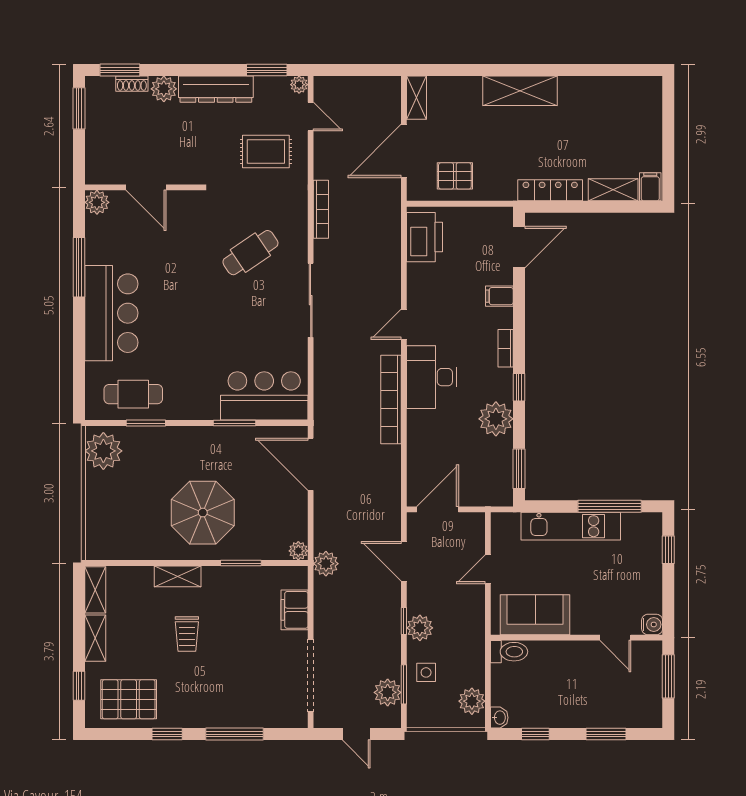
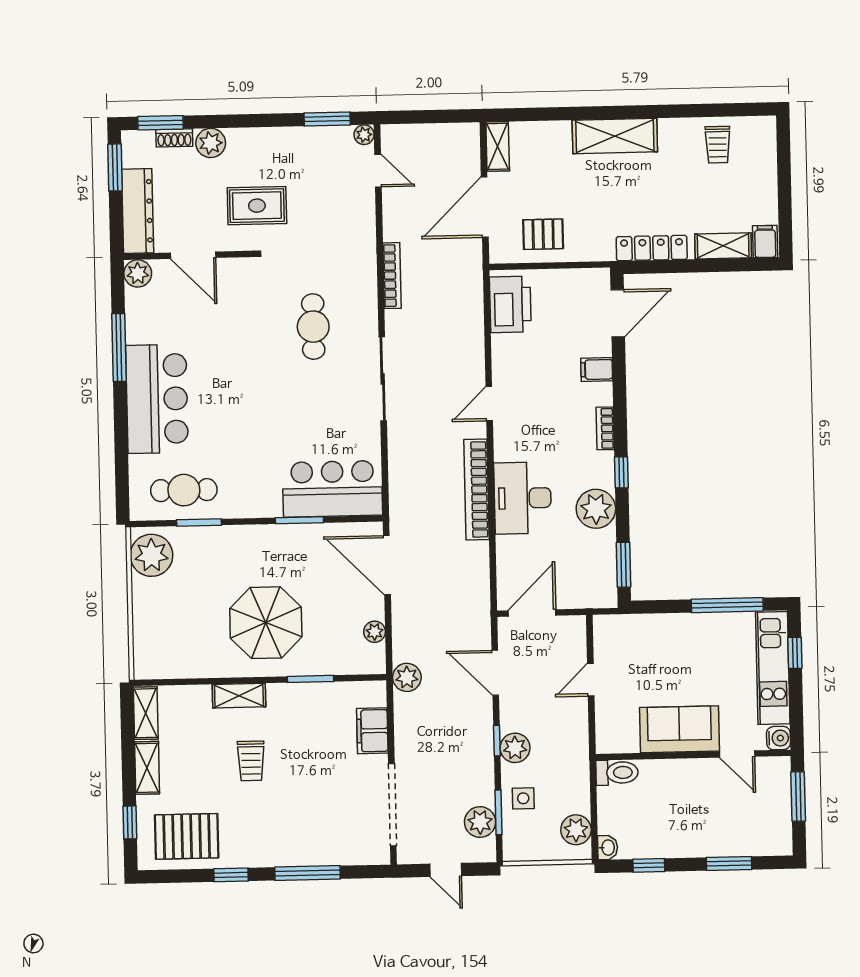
dresser: (216, 89) -> (138, 211), moved, turned -90
trolley: (610, 100) -> (718, 145), added
rug: (266, 152) -> (257, 206), moved
cafe table: (250, 253) -> (313, 327), turned -56
desk: (431, 377) -> (523, 498), moved
kitchen unit: (571, 526) -> (773, 668), moved, turned 90
plant: (298, 551) -> (375, 632), moved
sofa: (535, 615) -> (679, 729), moved

